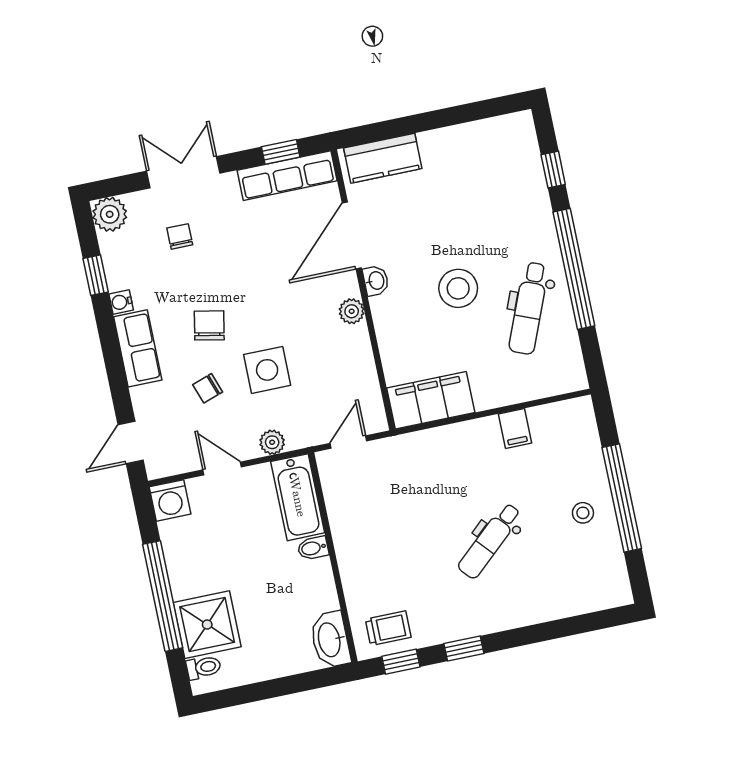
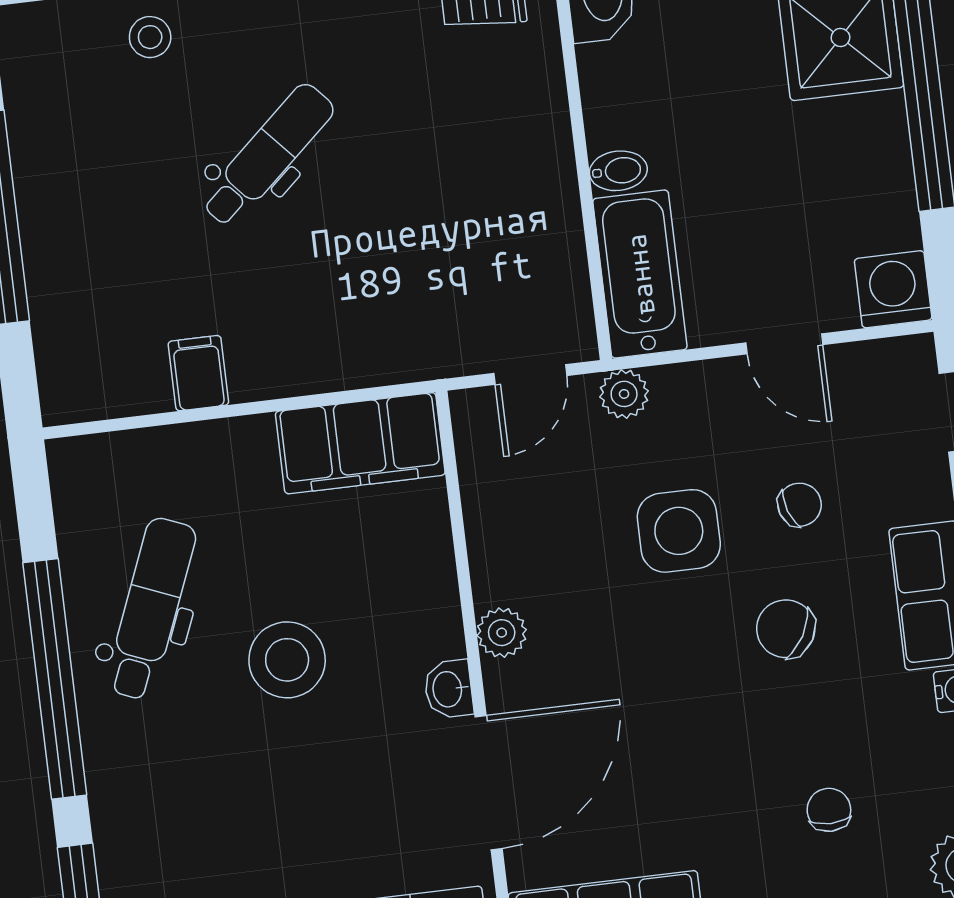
chair: (180, 236) -> (829, 810), turned 180
chair: (209, 325) -> (786, 629), turned 109
plant: (272, 442) -> (624, 394), moved
stool: (583, 513) -> (150, 37), moved

